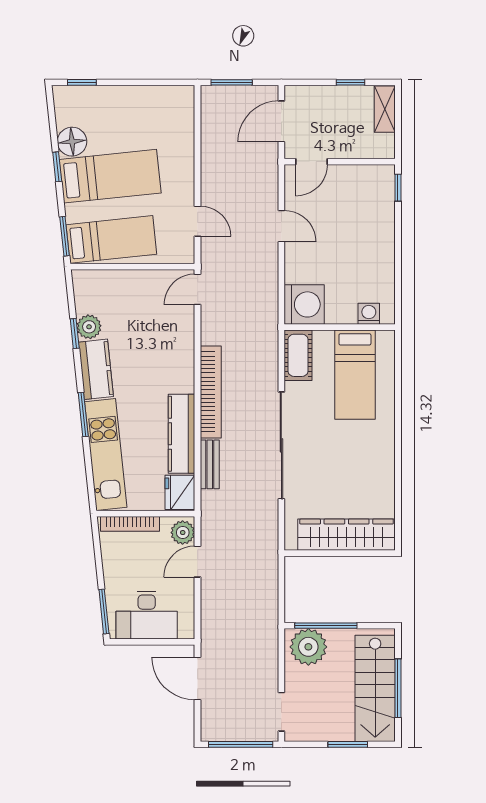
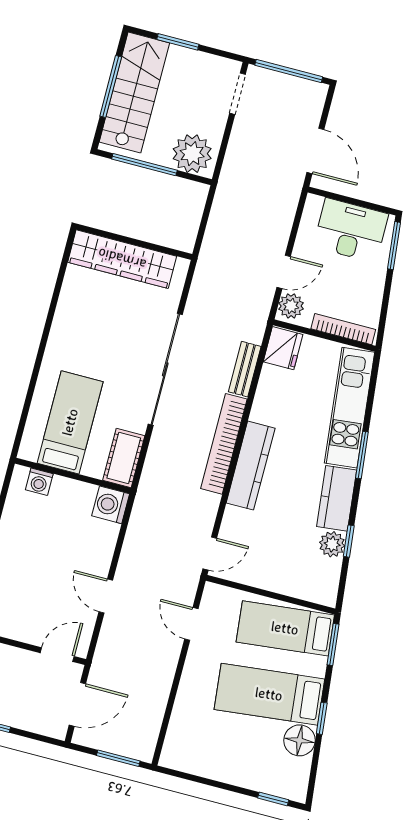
washing machine: (304, 304) -> (111, 505), width x0.73, depth x0.73
kitchen counter: (181, 434) -> (251, 466), moved
window: (326, 626) -> (144, 165), moved

